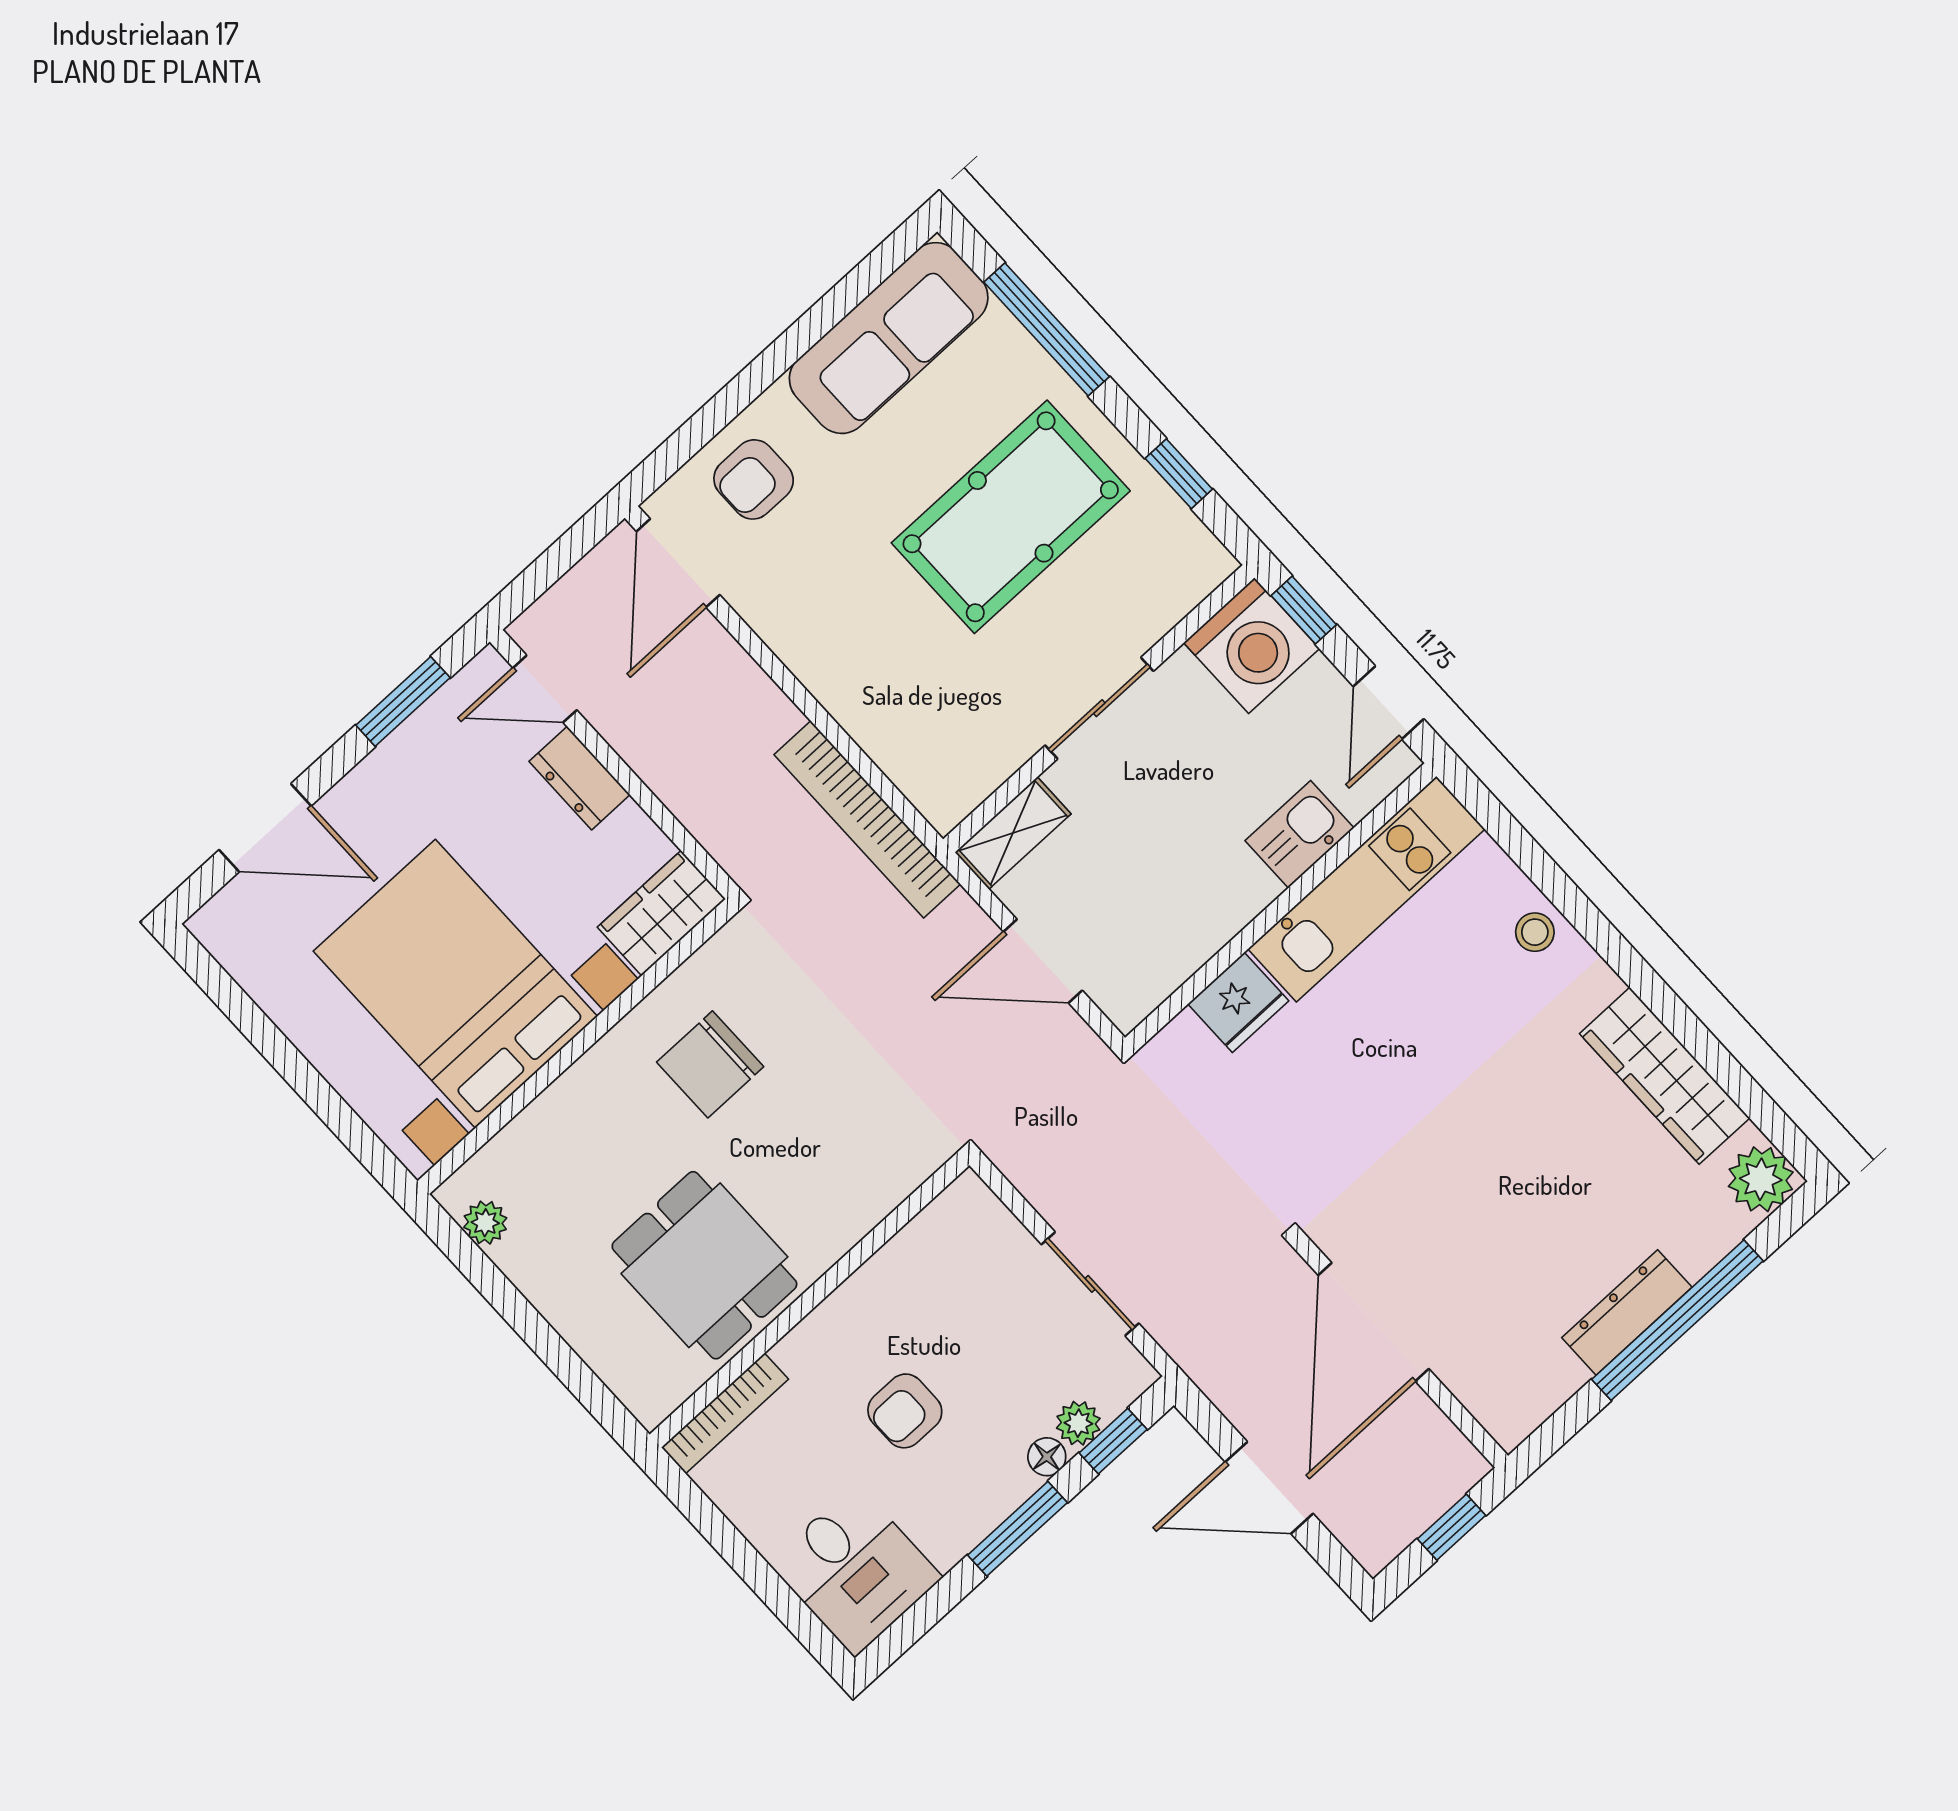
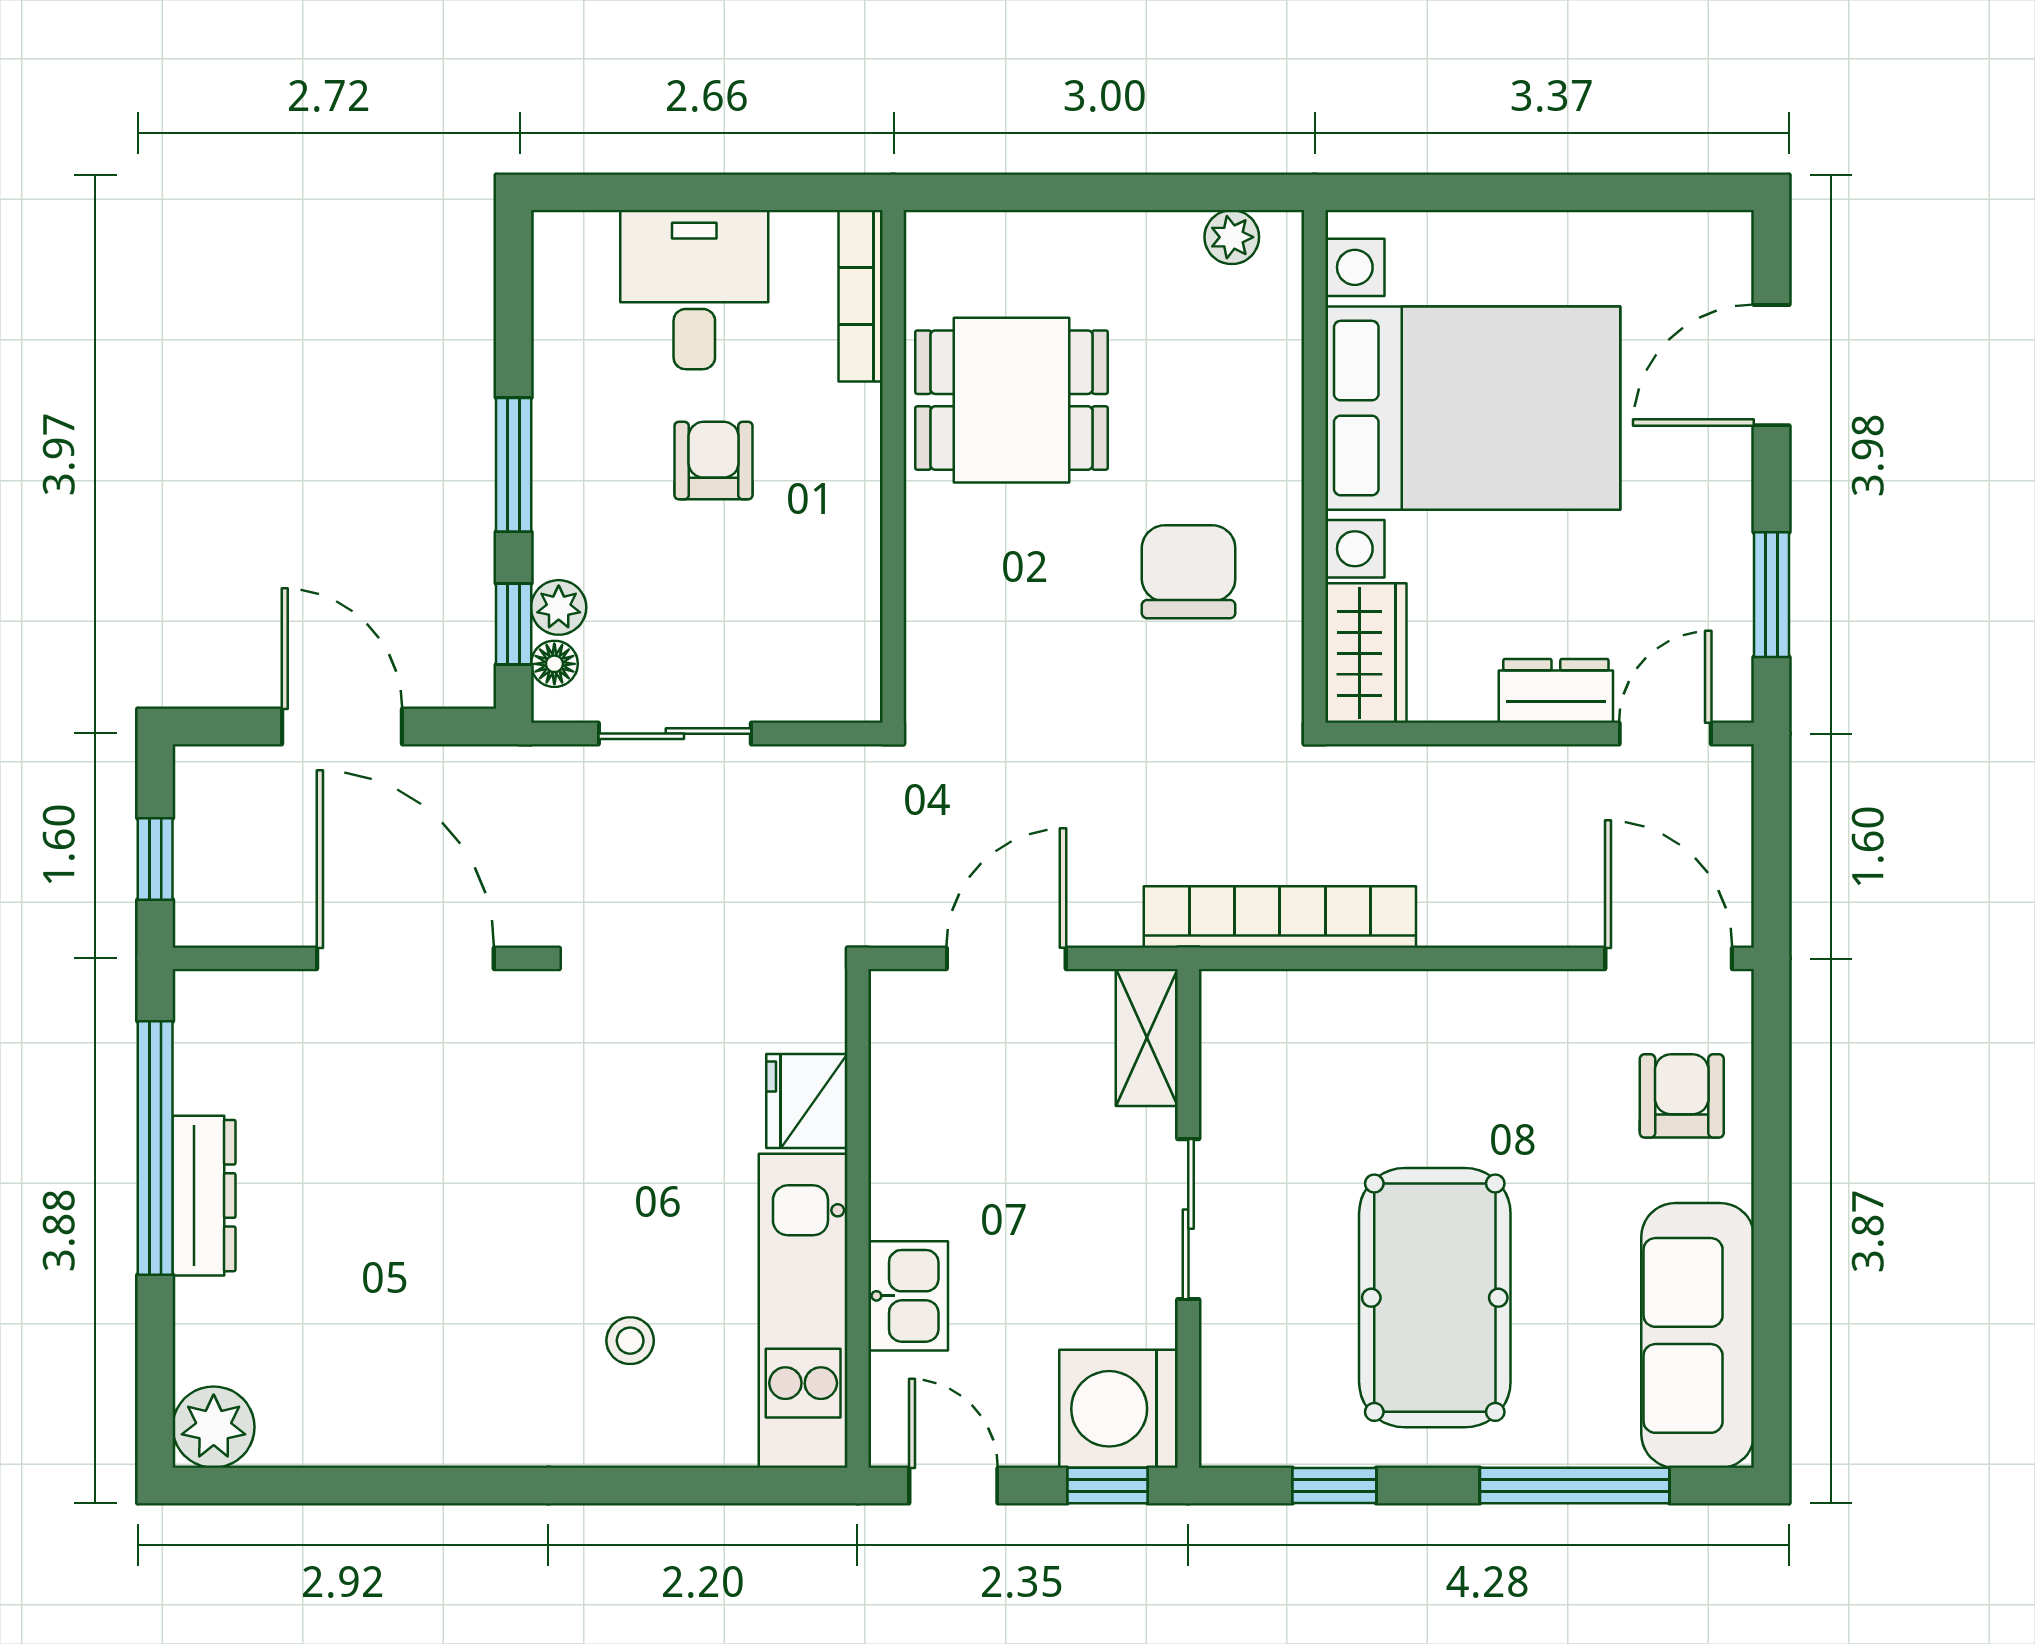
stool: (1535, 932) -> (630, 1341), moved
wardrobe: (1665, 1076) -> (387, 1426), removed
window: (1677, 1320) -> (155, 1148), moved
floor lamp: (1047, 1457) -> (554, 664), moved
door: (1269, 1488) -> (342, 726), hinge flipped
desk: (855, 1570) -> (694, 290), moved, turned 90

